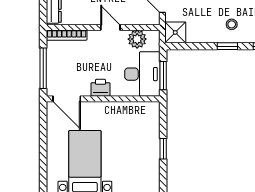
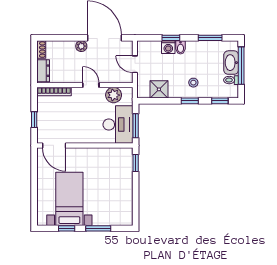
shower: (175, 32) -> (159, 89), moved
window: (43, 68) -> (34, 120), width x0.46
printer: (100, 88) -> (83, 136), removed
window: (163, 149) -> (136, 163), moved

